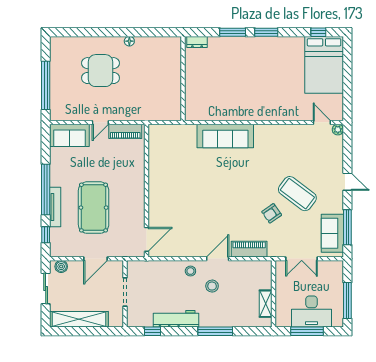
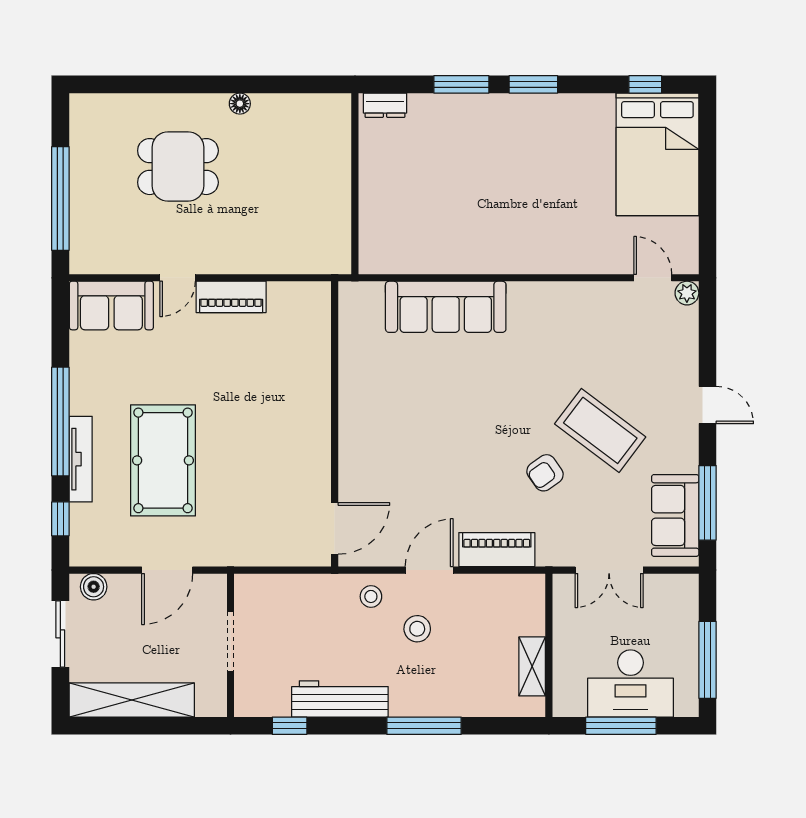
wall: (147, 191) -> (335, 424), moved
door: (147, 239) -> (335, 528), moved

